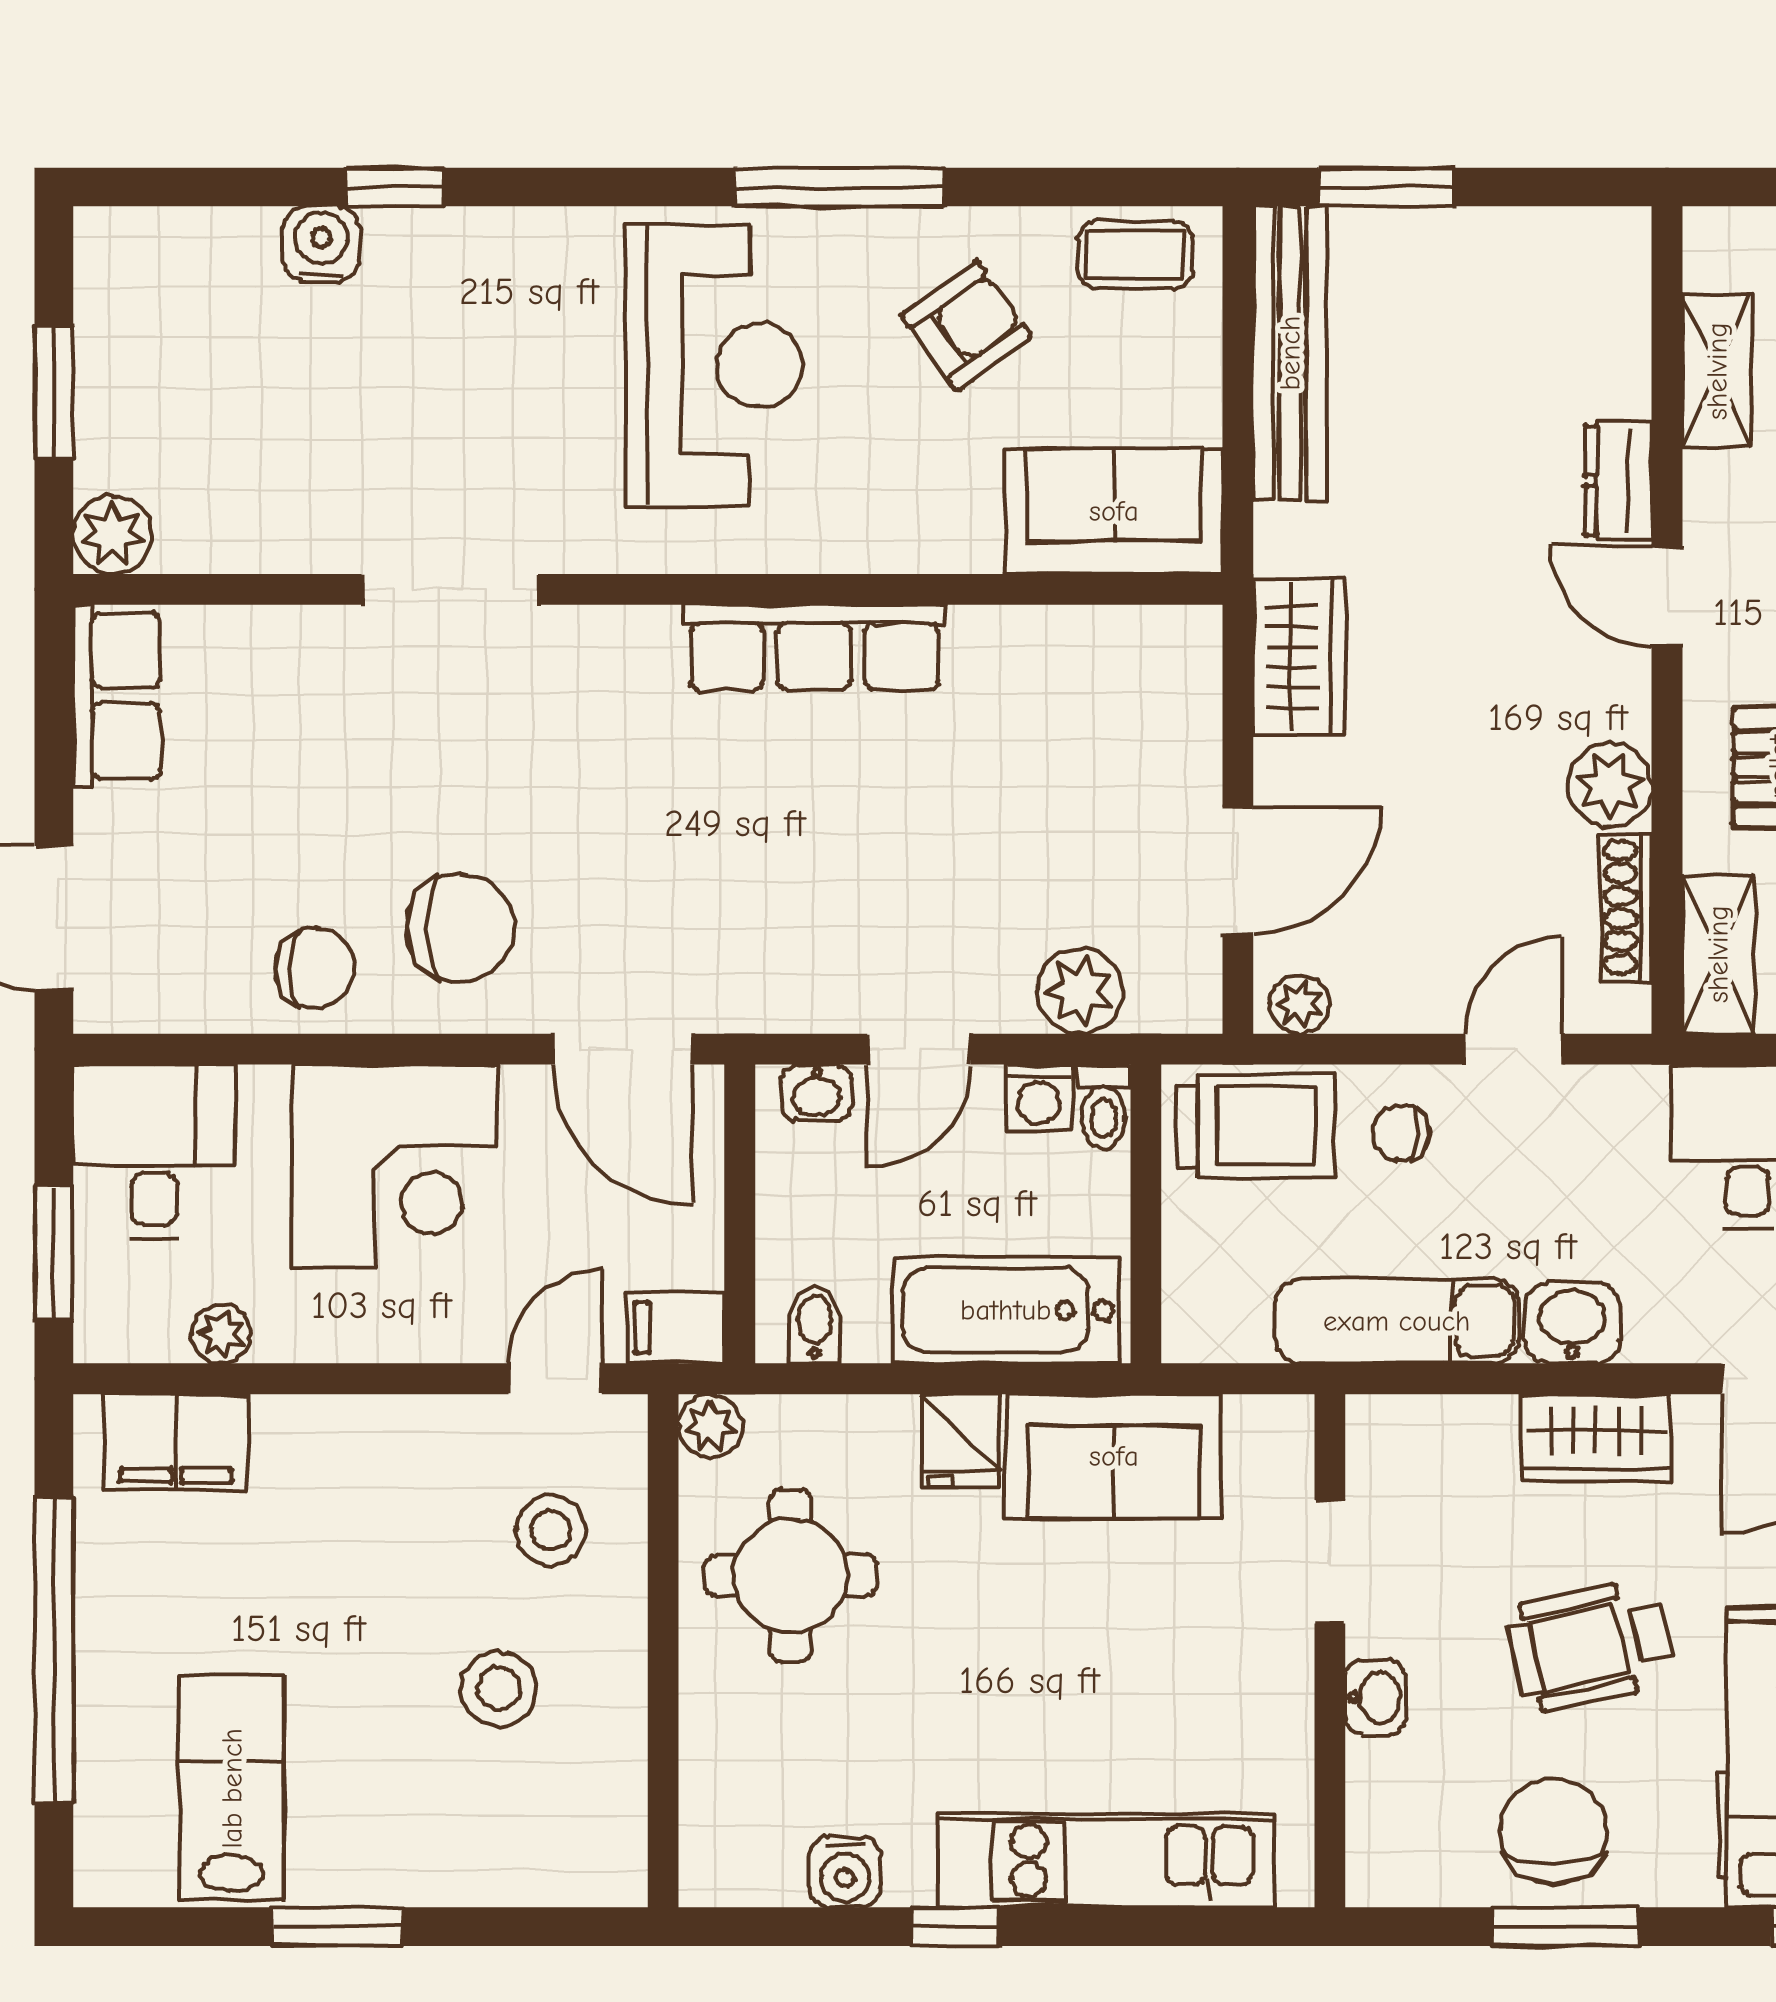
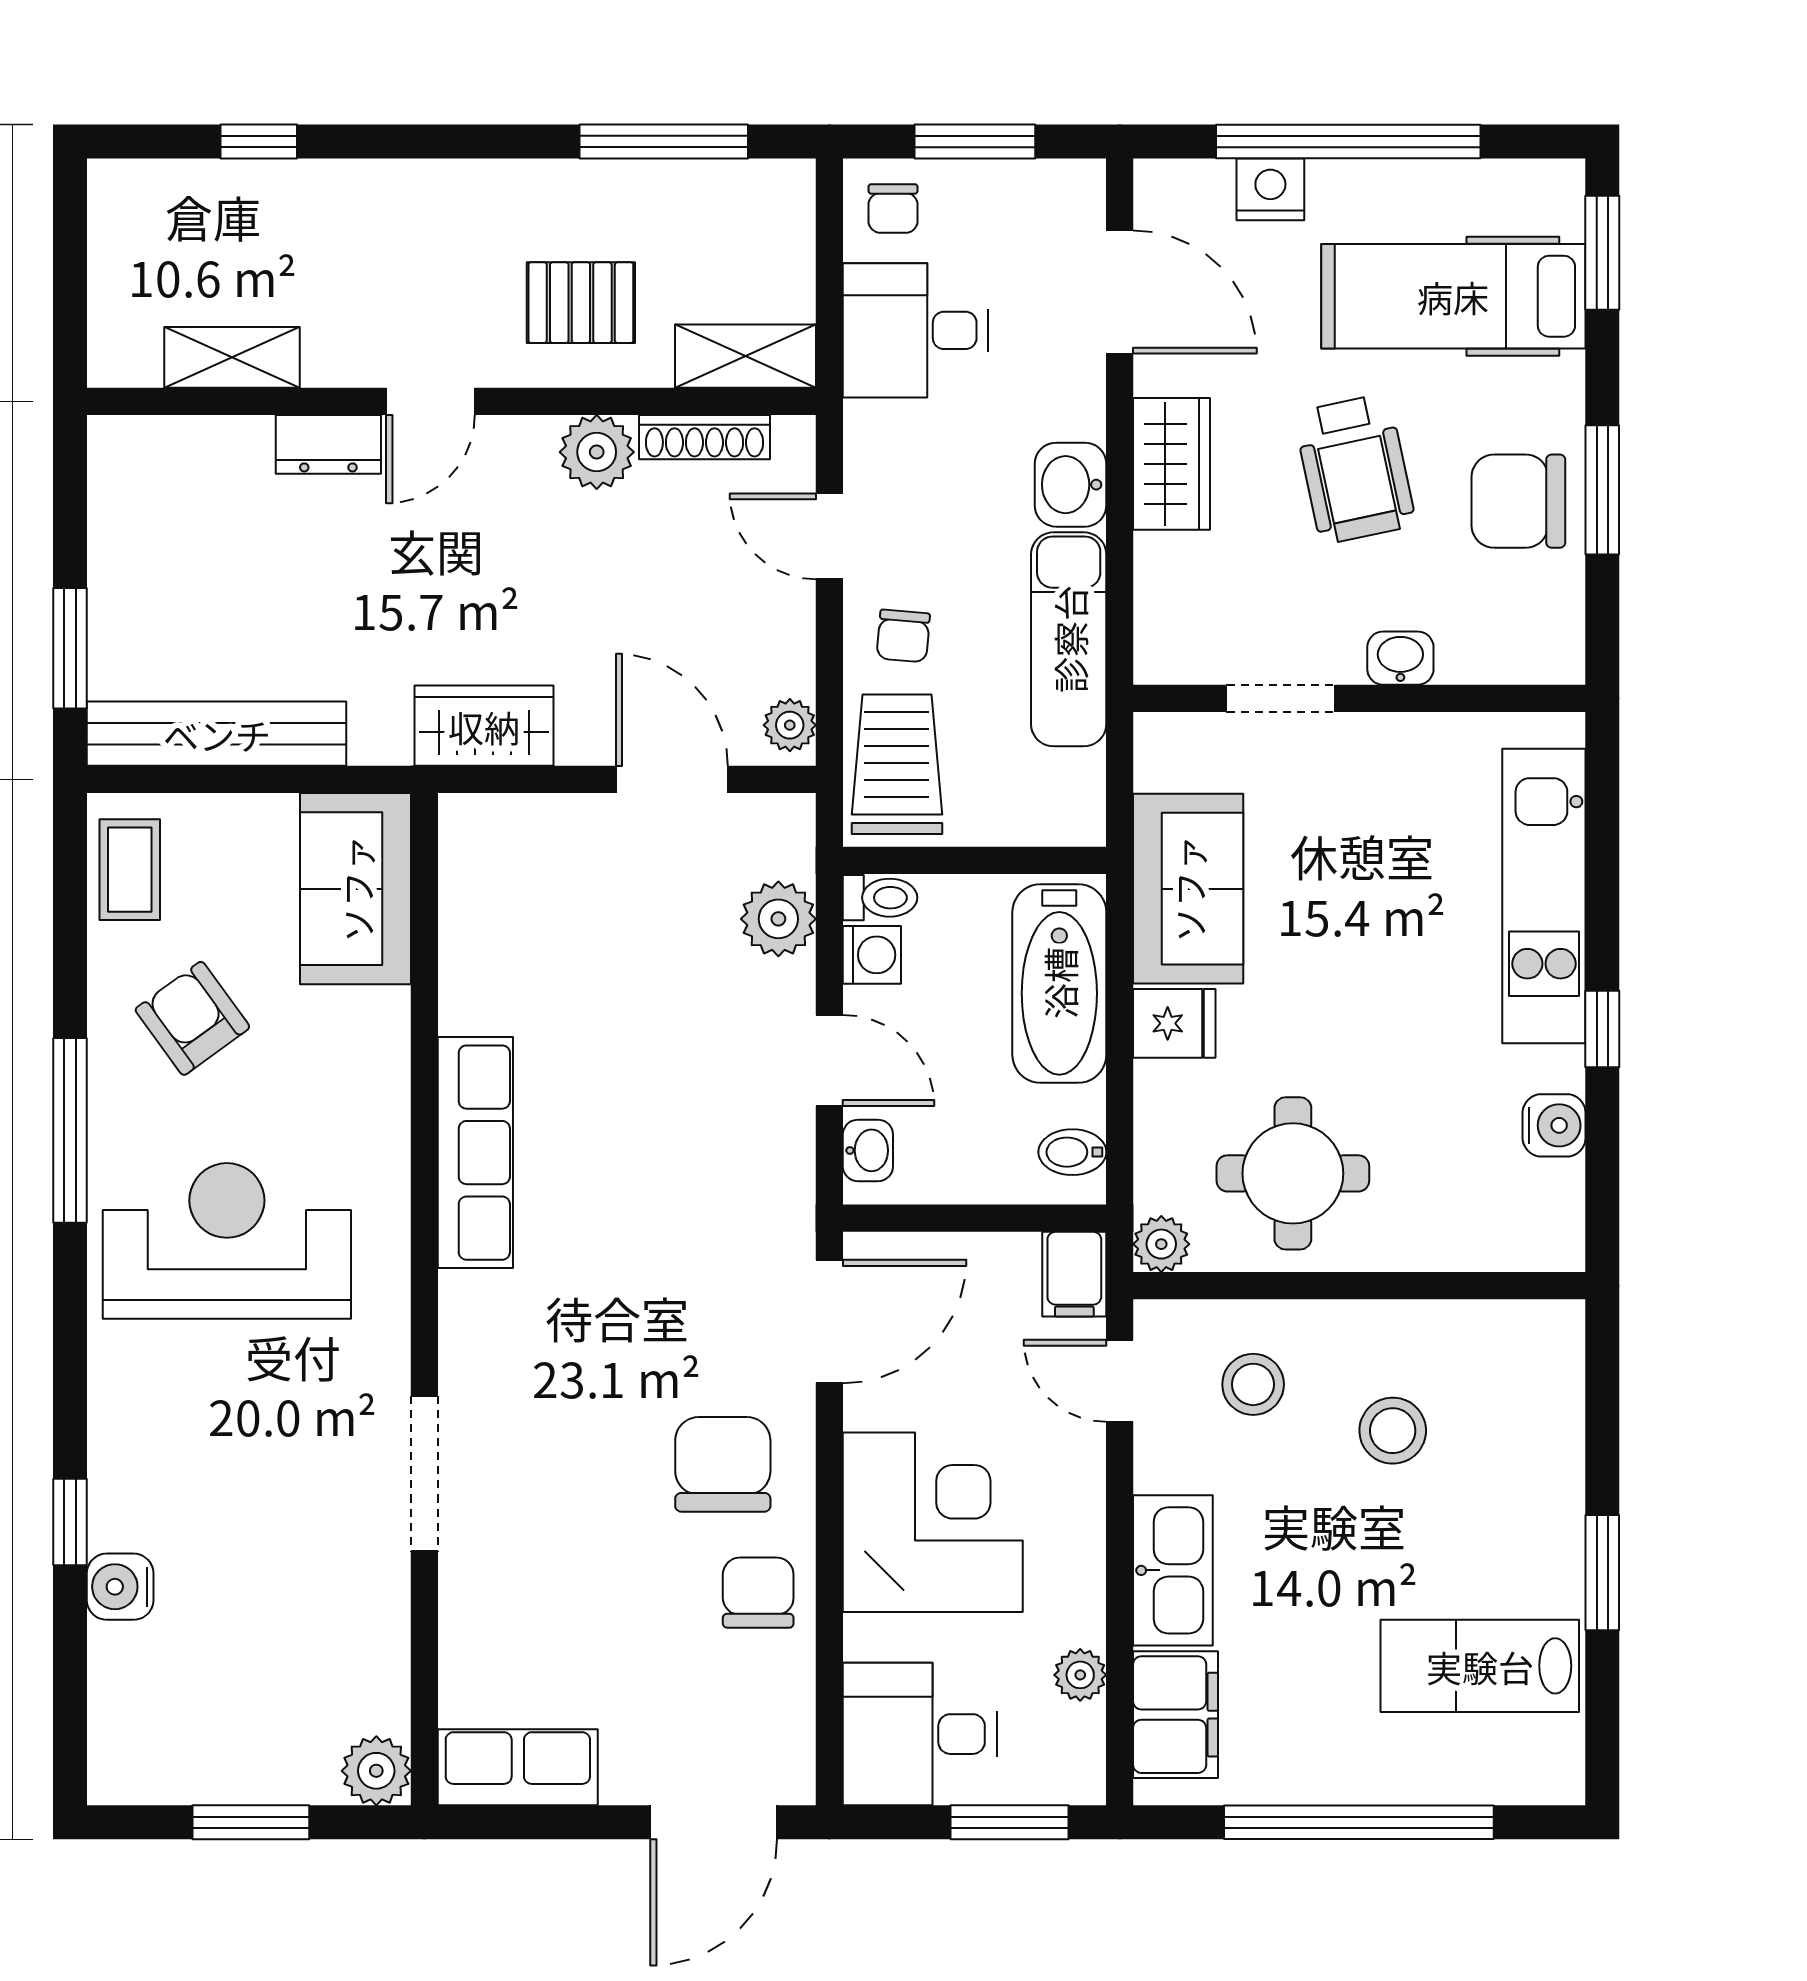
kitchen sink: (340, 1439) -> (1173, 1570), added

